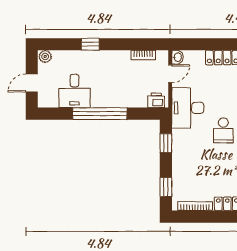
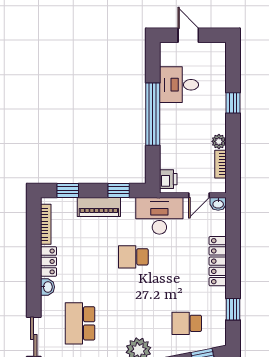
plant: (45, 56) -> (219, 141), moved
door: (170, 74) -> (199, 195), hinge flipped
piano: (180, 160) -> (99, 207), added

